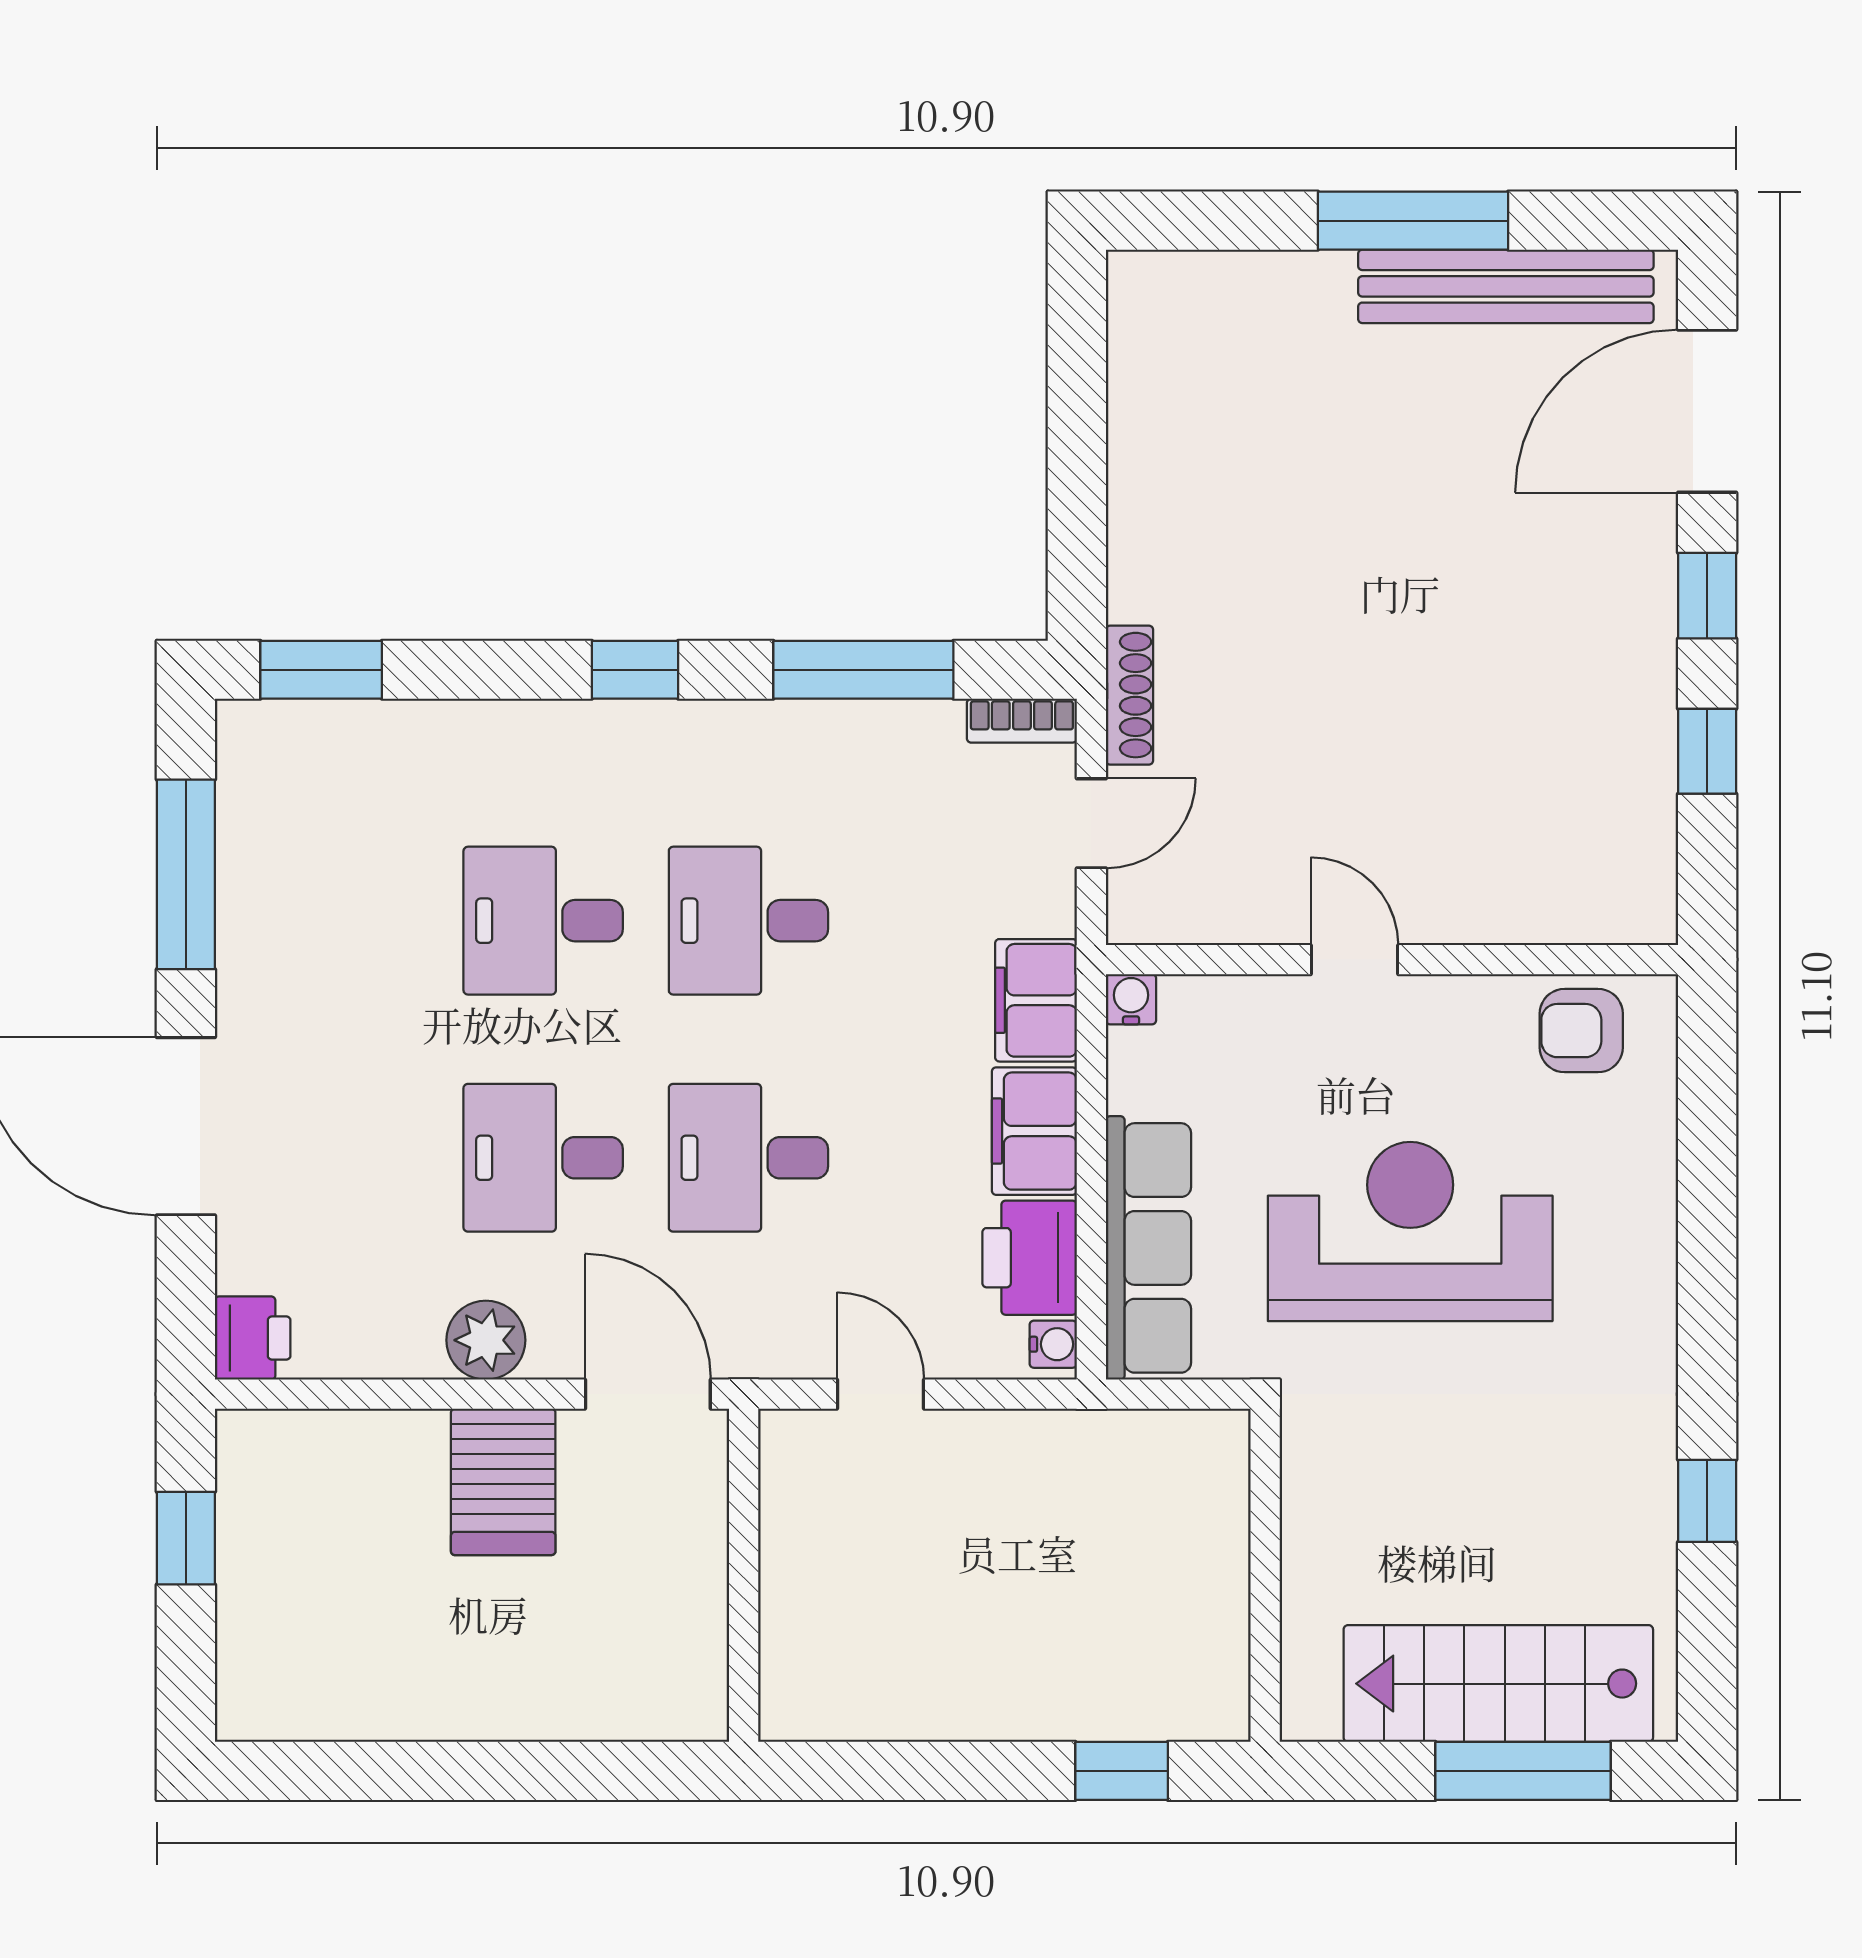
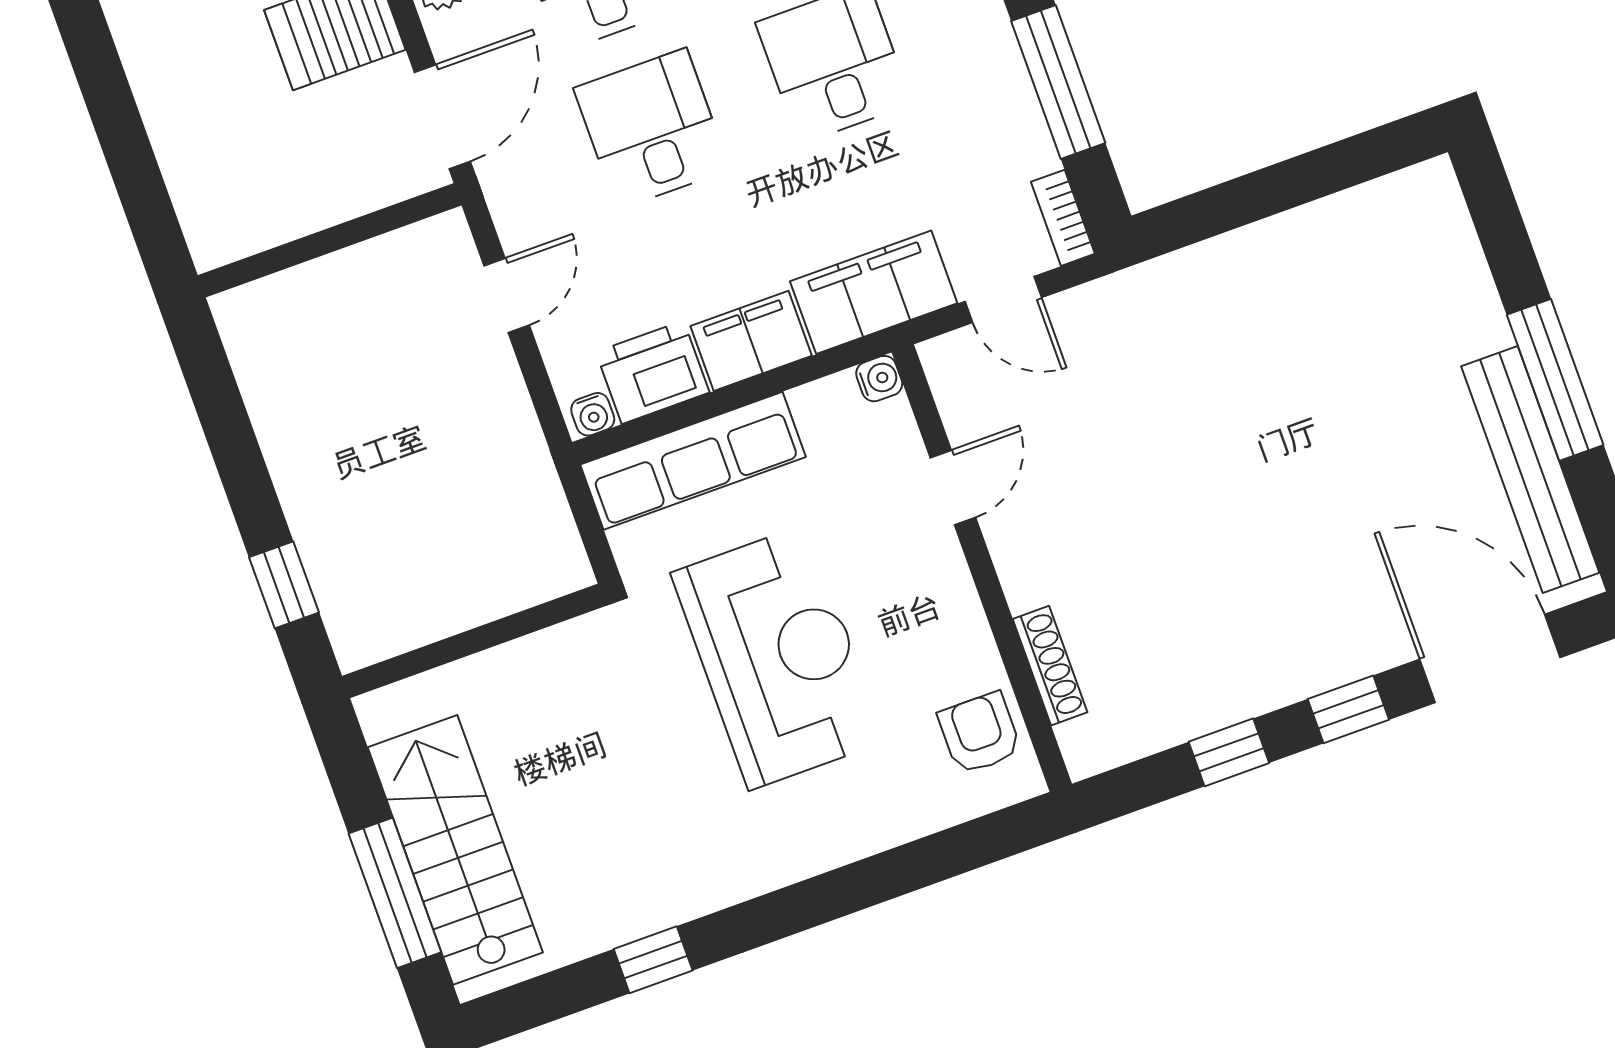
shoe rack: (1129, 695) -> (1050, 666), moved, turned -90
door: (1354, 960) -> (953, 487), moved
filing cabinet: (1036, 1000) -> (874, 292), width x1.50, depth x1.17

